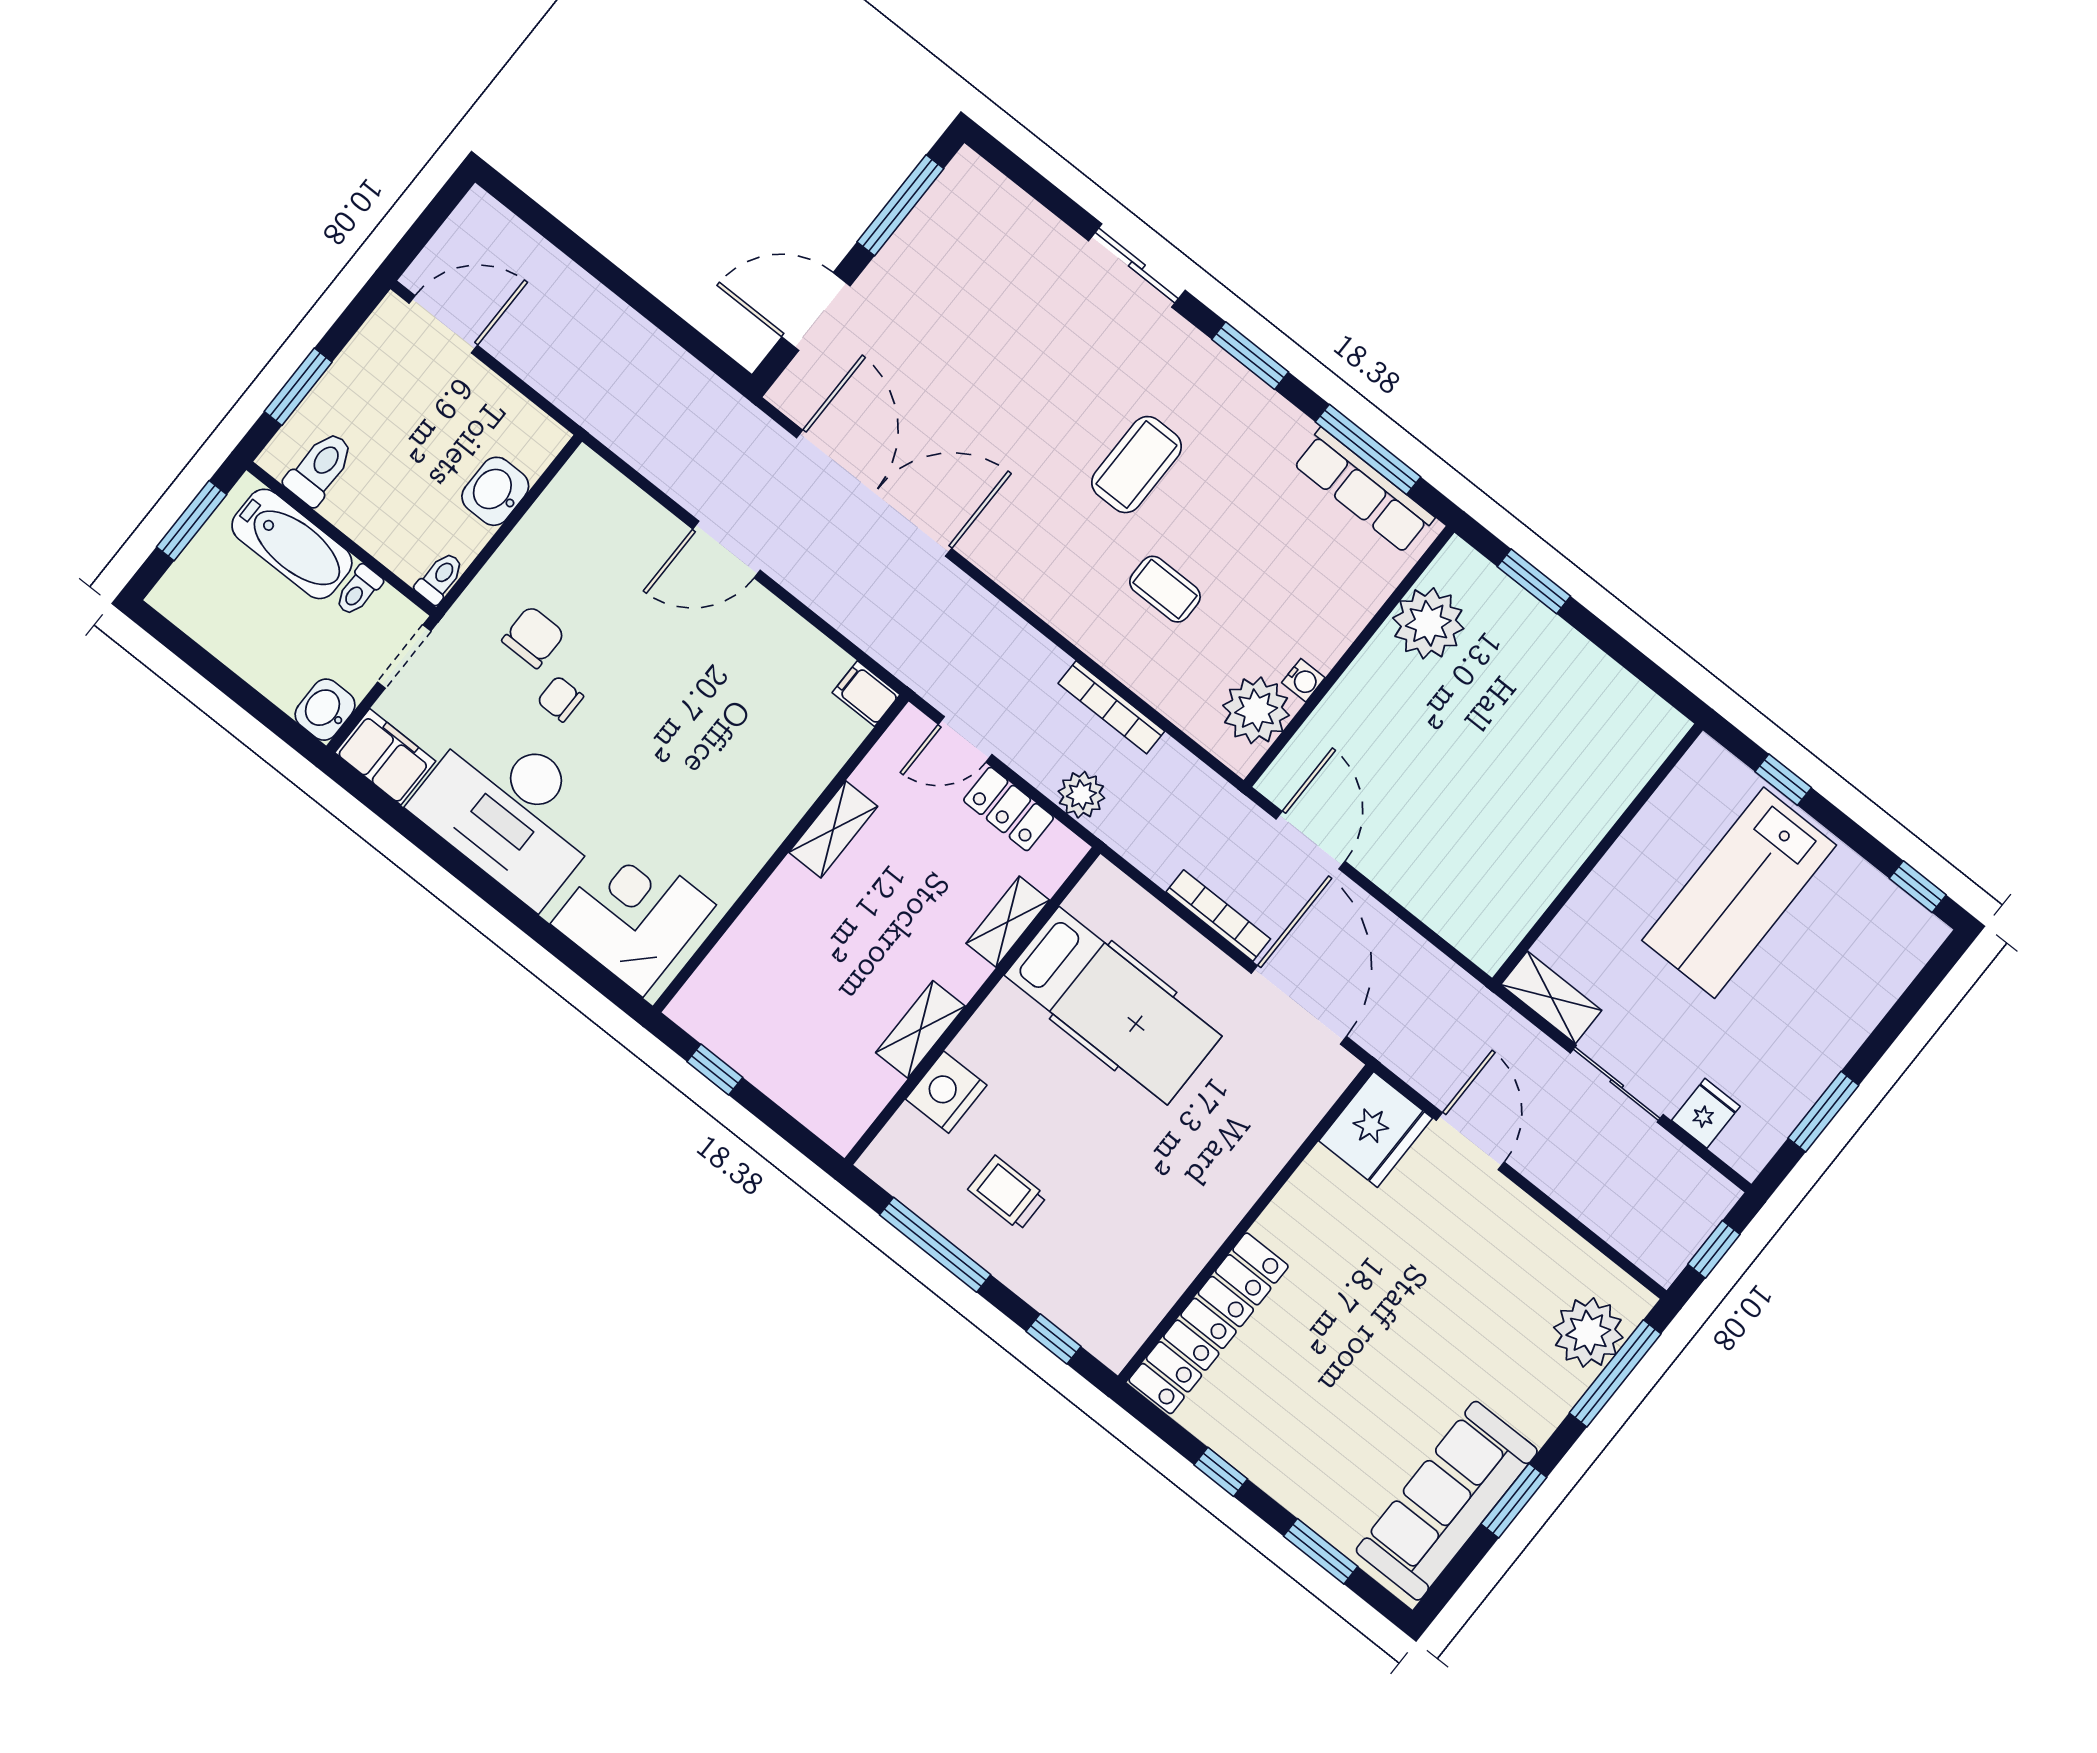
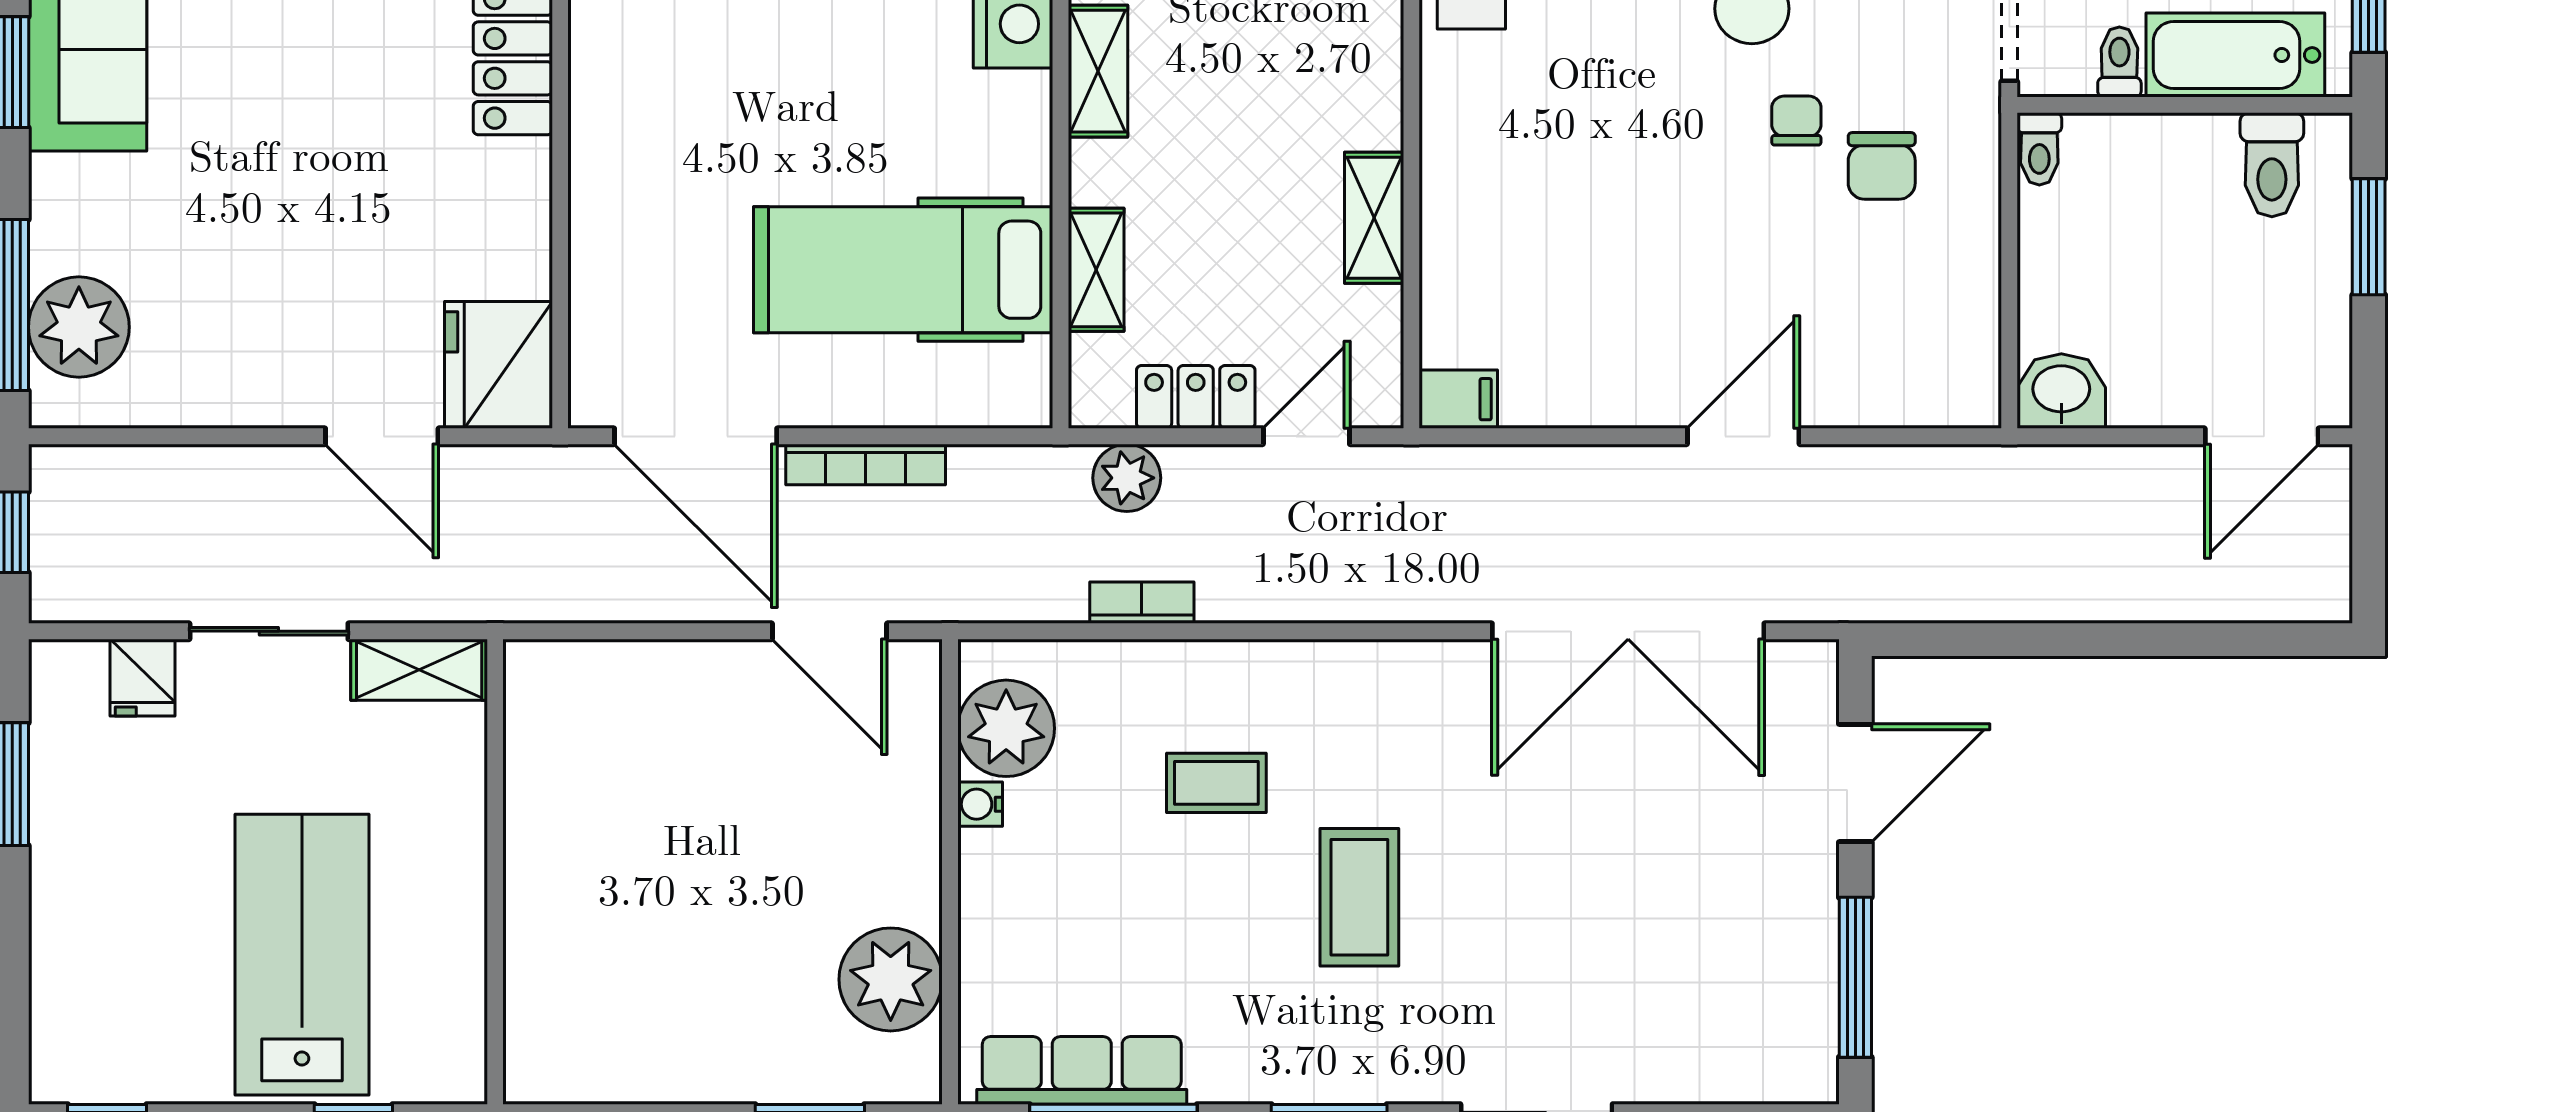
washbasin: (495, 491) -> (2061, 391), moved, turned -90
chair: (560, 699) -> (1796, 121), turned -90
bookcase: (1111, 707) -> (1142, 603), width x0.64

